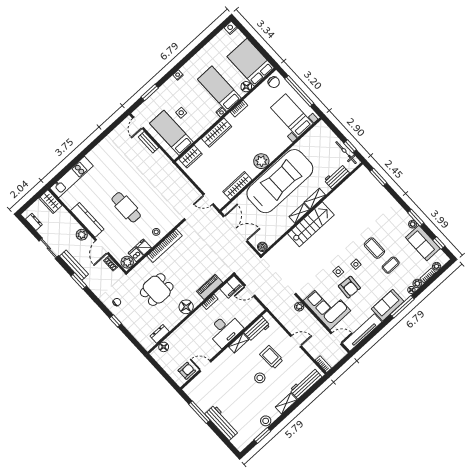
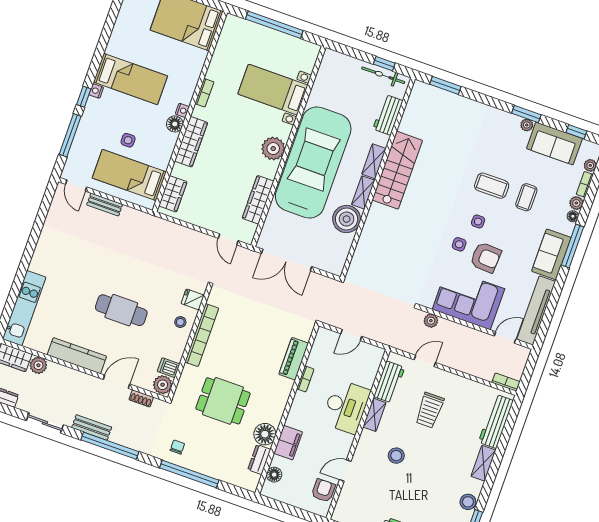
window: (169, 75) -> (84, 97), added
chair: (274, 82) -> (233, 31), removed
floor lamp: (246, 87) -> (175, 124), moved
bed: (219, 89) -> (130, 79), moved, turned 180
window: (150, 92) -> (70, 135), width x1.44
bed with nightstands: (292, 116) -> (273, 90), moved
door: (208, 199) -> (228, 239), hinge flipped
stairs: (311, 224) -> (397, 170), moved
double door: (235, 229) -> (287, 260), swing flipped
plant: (82, 235) -> (38, 365), moved
door: (102, 247) -> (117, 382), swing flipped
fridge: (144, 247) -> (193, 299), moved
boiler: (262, 247) -> (347, 219), moved, width x1.86, depth x1.86
bench: (74, 265) -> (92, 427), width x0.73
window: (79, 281) -> (110, 446), width x2.11
filing cabinet: (231, 287) -> (288, 443), moved
dining table: (157, 290) -> (223, 401), turned 90
floor lamp: (186, 307) -> (265, 434), moved
window: (115, 321) -> (189, 474), width x3.17
door: (296, 341) -> (425, 361), moved
trolley: (271, 357) -> (430, 410), turned -88
stool: (260, 378) -> (396, 456), moved

